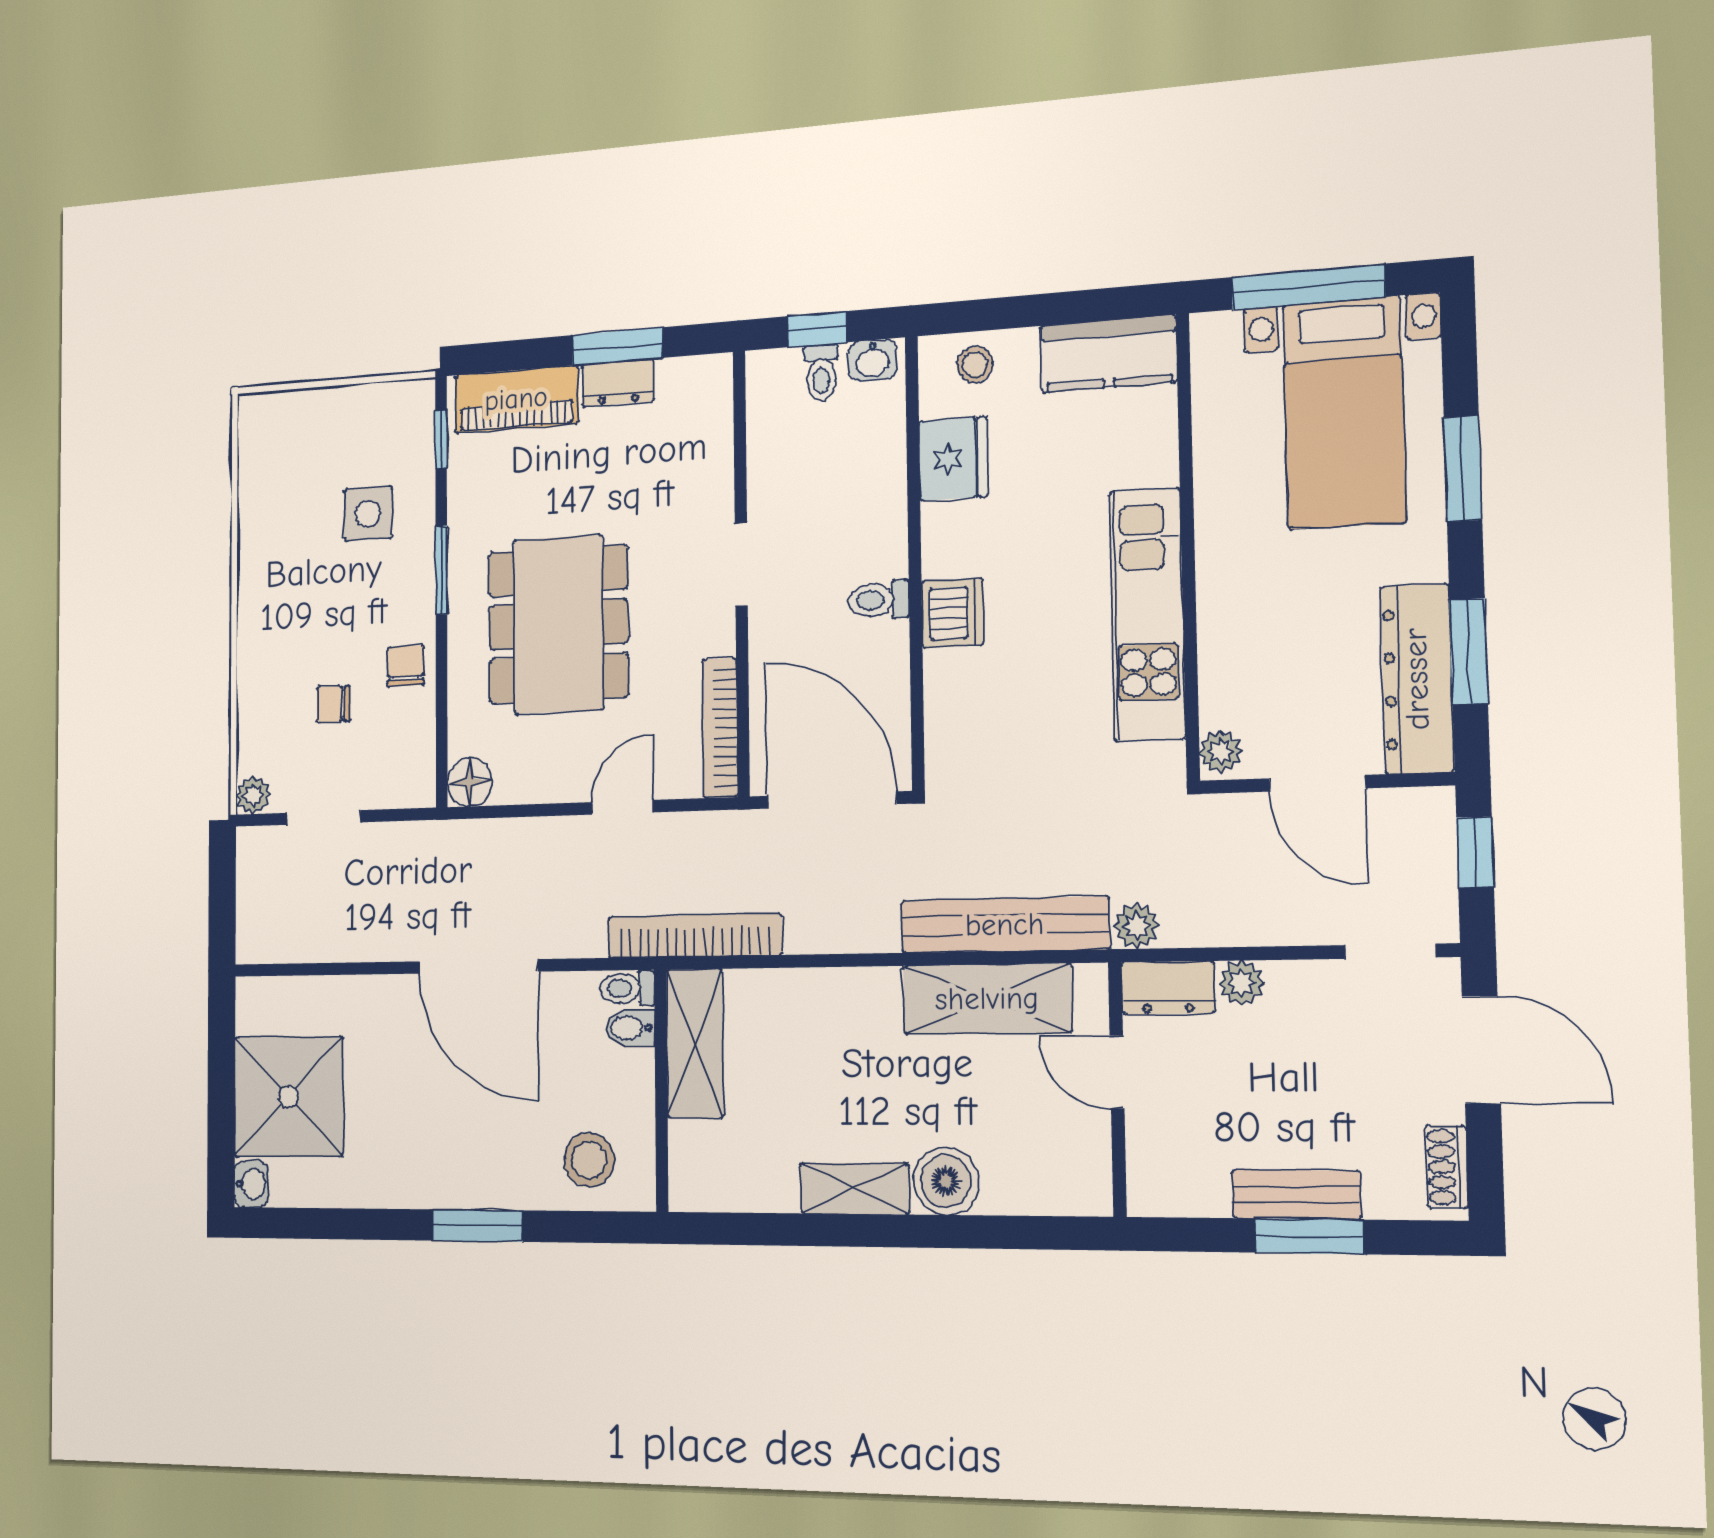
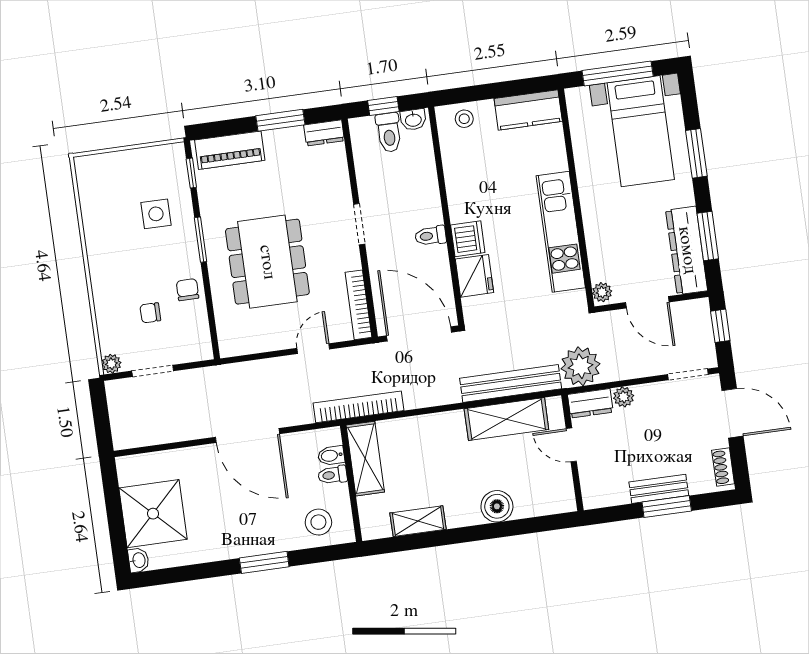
toilet: (821, 372) -> (389, 132), width x1.37, depth x1.39
dresser: (618, 383) -> (324, 133), moved
fridge: (953, 459) -> (474, 276), moved
floor lamp: (470, 782) -> (231, 345), removed
plant: (1137, 926) -> (580, 366), width x1.87, depth x1.87
toilet: (627, 988) -> (333, 475), moved
shelving: (855, 1189) -> (418, 521), moved

